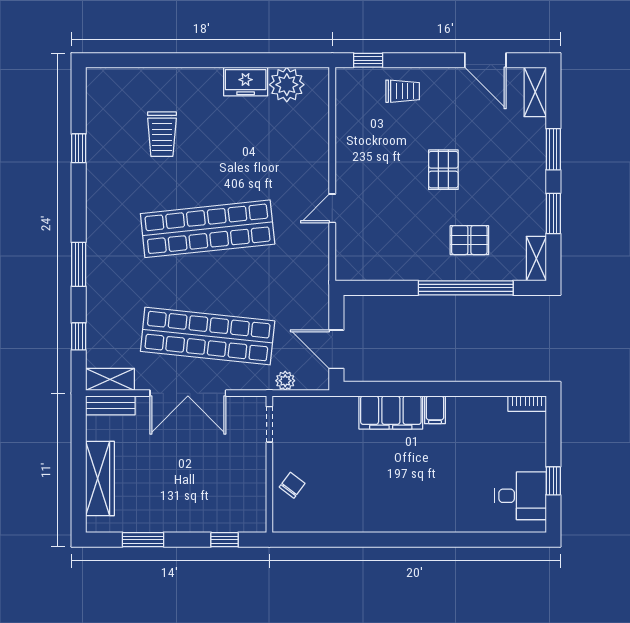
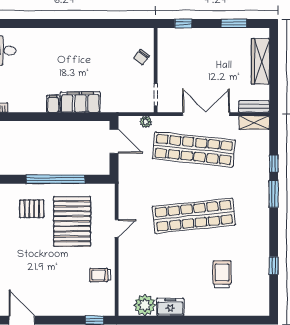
trolley: (403, 91) -> (100, 275), moved
pallet: (443, 170) -> (72, 221), moved, width x2.05, depth x2.00
window: (466, 288) -> (56, 179), moved
window: (79, 336) -> (274, 164), moved

